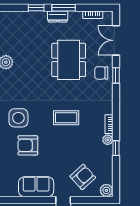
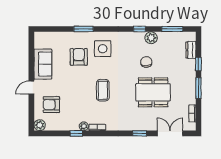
dresser: (58, 16) -> (191, 50), moved
chair: (101, 73) -> (146, 62), moved
armchair: (83, 177) -> (51, 105), turned 132

